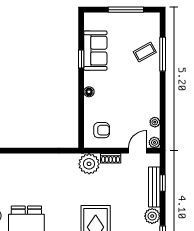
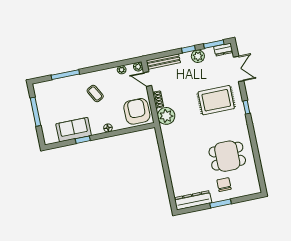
coffee table: (145, 52) -> (95, 94), moved
armchair: (102, 130) -> (137, 111), width x1.88, depth x1.88
window: (163, 183) -> (188, 49), moved
bench: (154, 187) -> (163, 62), moved

